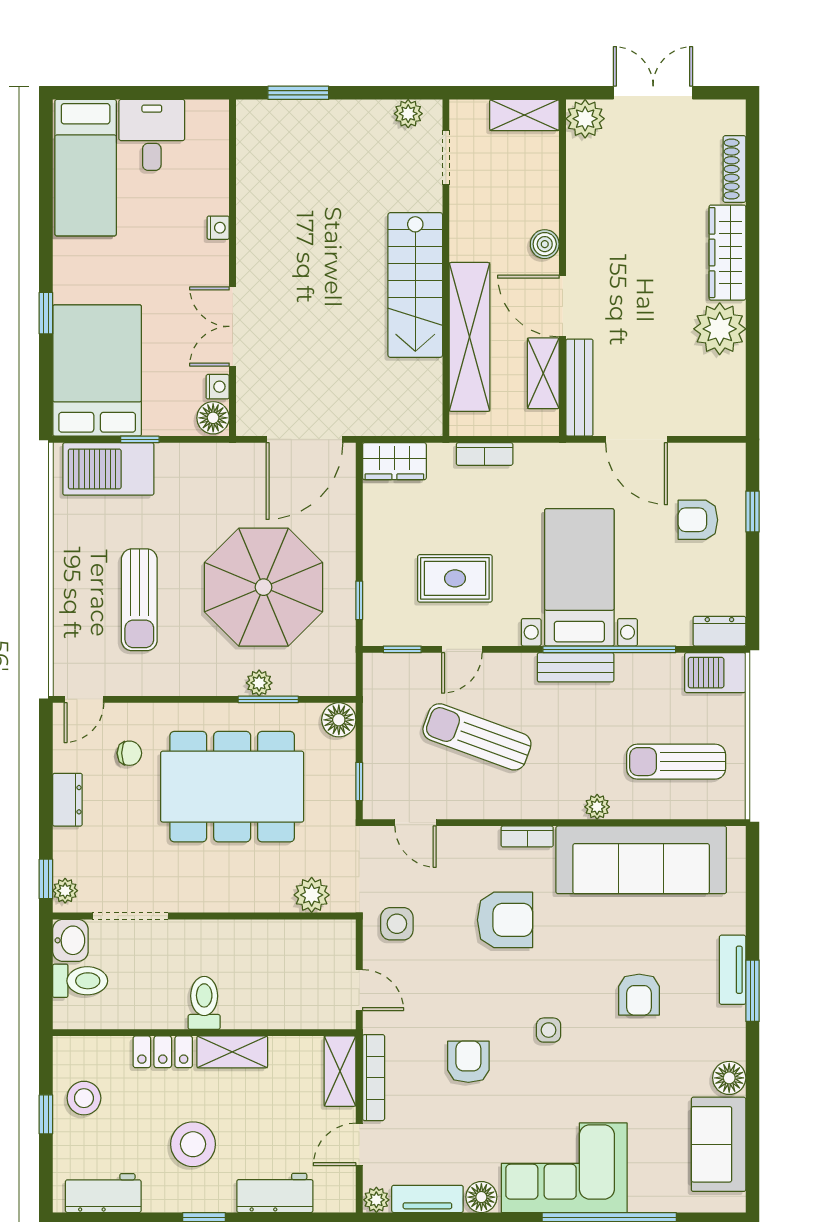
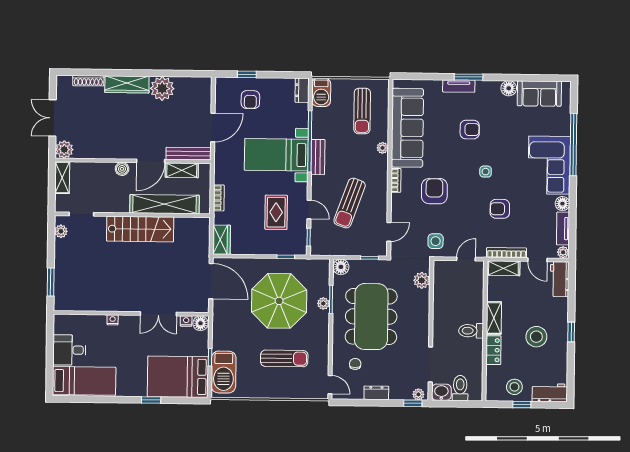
workbench: (103, 1193) -> (550, 393), moved, turned 90
workbench: (275, 1193) -> (560, 279), moved

